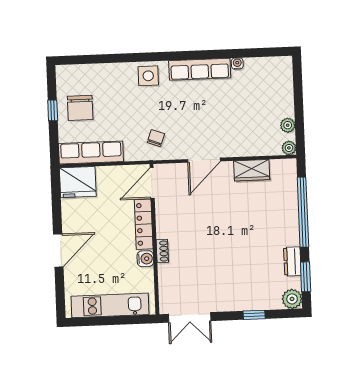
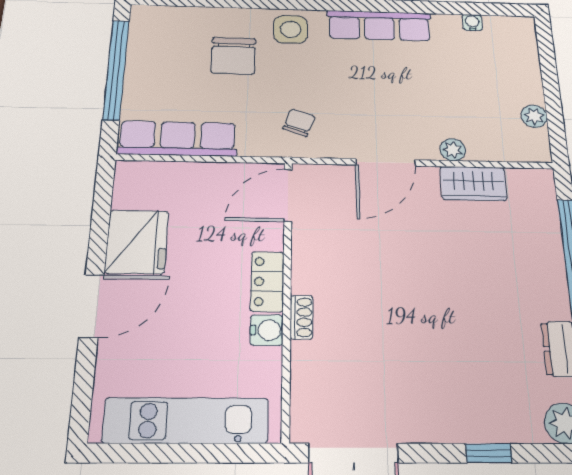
water cooler: (237, 64) -> (472, 23), moved
chair: (80, 108) -> (233, 56), moved
window: (53, 110) -> (116, 69), width x3.17
plant: (289, 148) -> (453, 150), moved
fridge: (78, 182) -> (137, 242), moved, turned -90
locker: (144, 224) -> (267, 282), width x0.66

